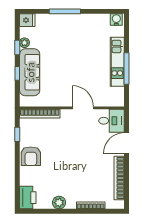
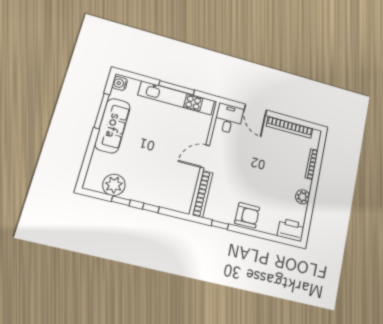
window: (65, 11) -> (102, 111), moved
fridge: (27, 20) -> (92, 181), removed
plant: (24, 43) -> (114, 185), width x1.87, depth x1.87
kitchen unit: (117, 62) -> (177, 98), width x1.36
sofa: (30, 72) -> (113, 126), moved, turned 90
door: (83, 108) -> (205, 156), moved

